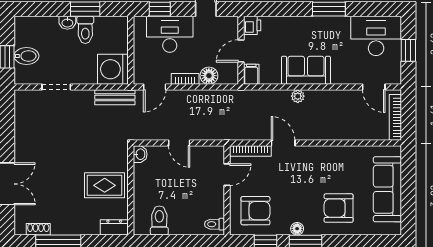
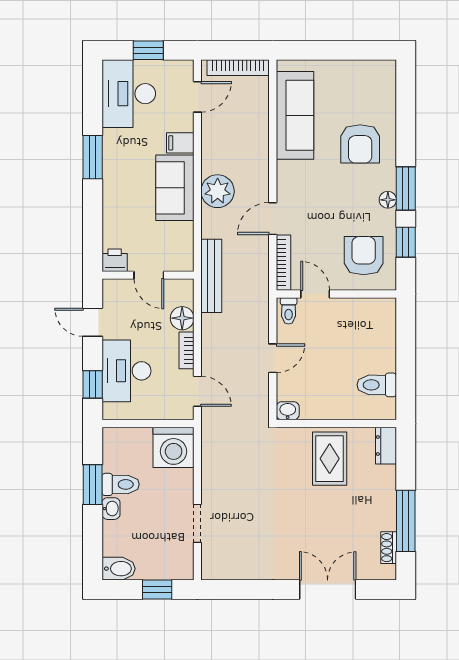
bidet: (26, 56) -> (119, 569), moved, turned 90
filing cabinet: (251, 74) -> (180, 143), moved
plant: (298, 96) -> (218, 191), width x1.88, depth x1.88
bench: (115, 97) -> (211, 276), moved, width x1.36
sofa: (387, 189) -> (295, 115), moved, turned -90
toilet: (214, 224) -> (289, 311), moved

